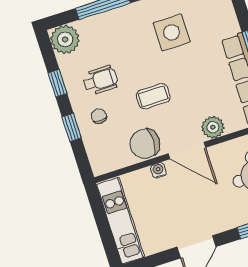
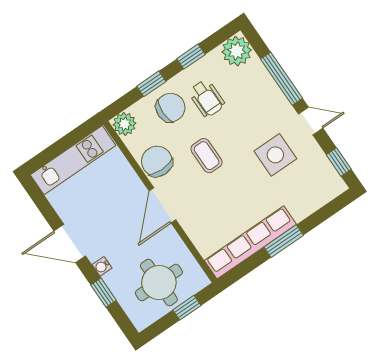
chair: (99, 116) -> (170, 108), width x1.87, depth x1.87
plant: (213, 127) -> (125, 124), moved
water cooler: (158, 170) -> (102, 266), moved, turned 180

